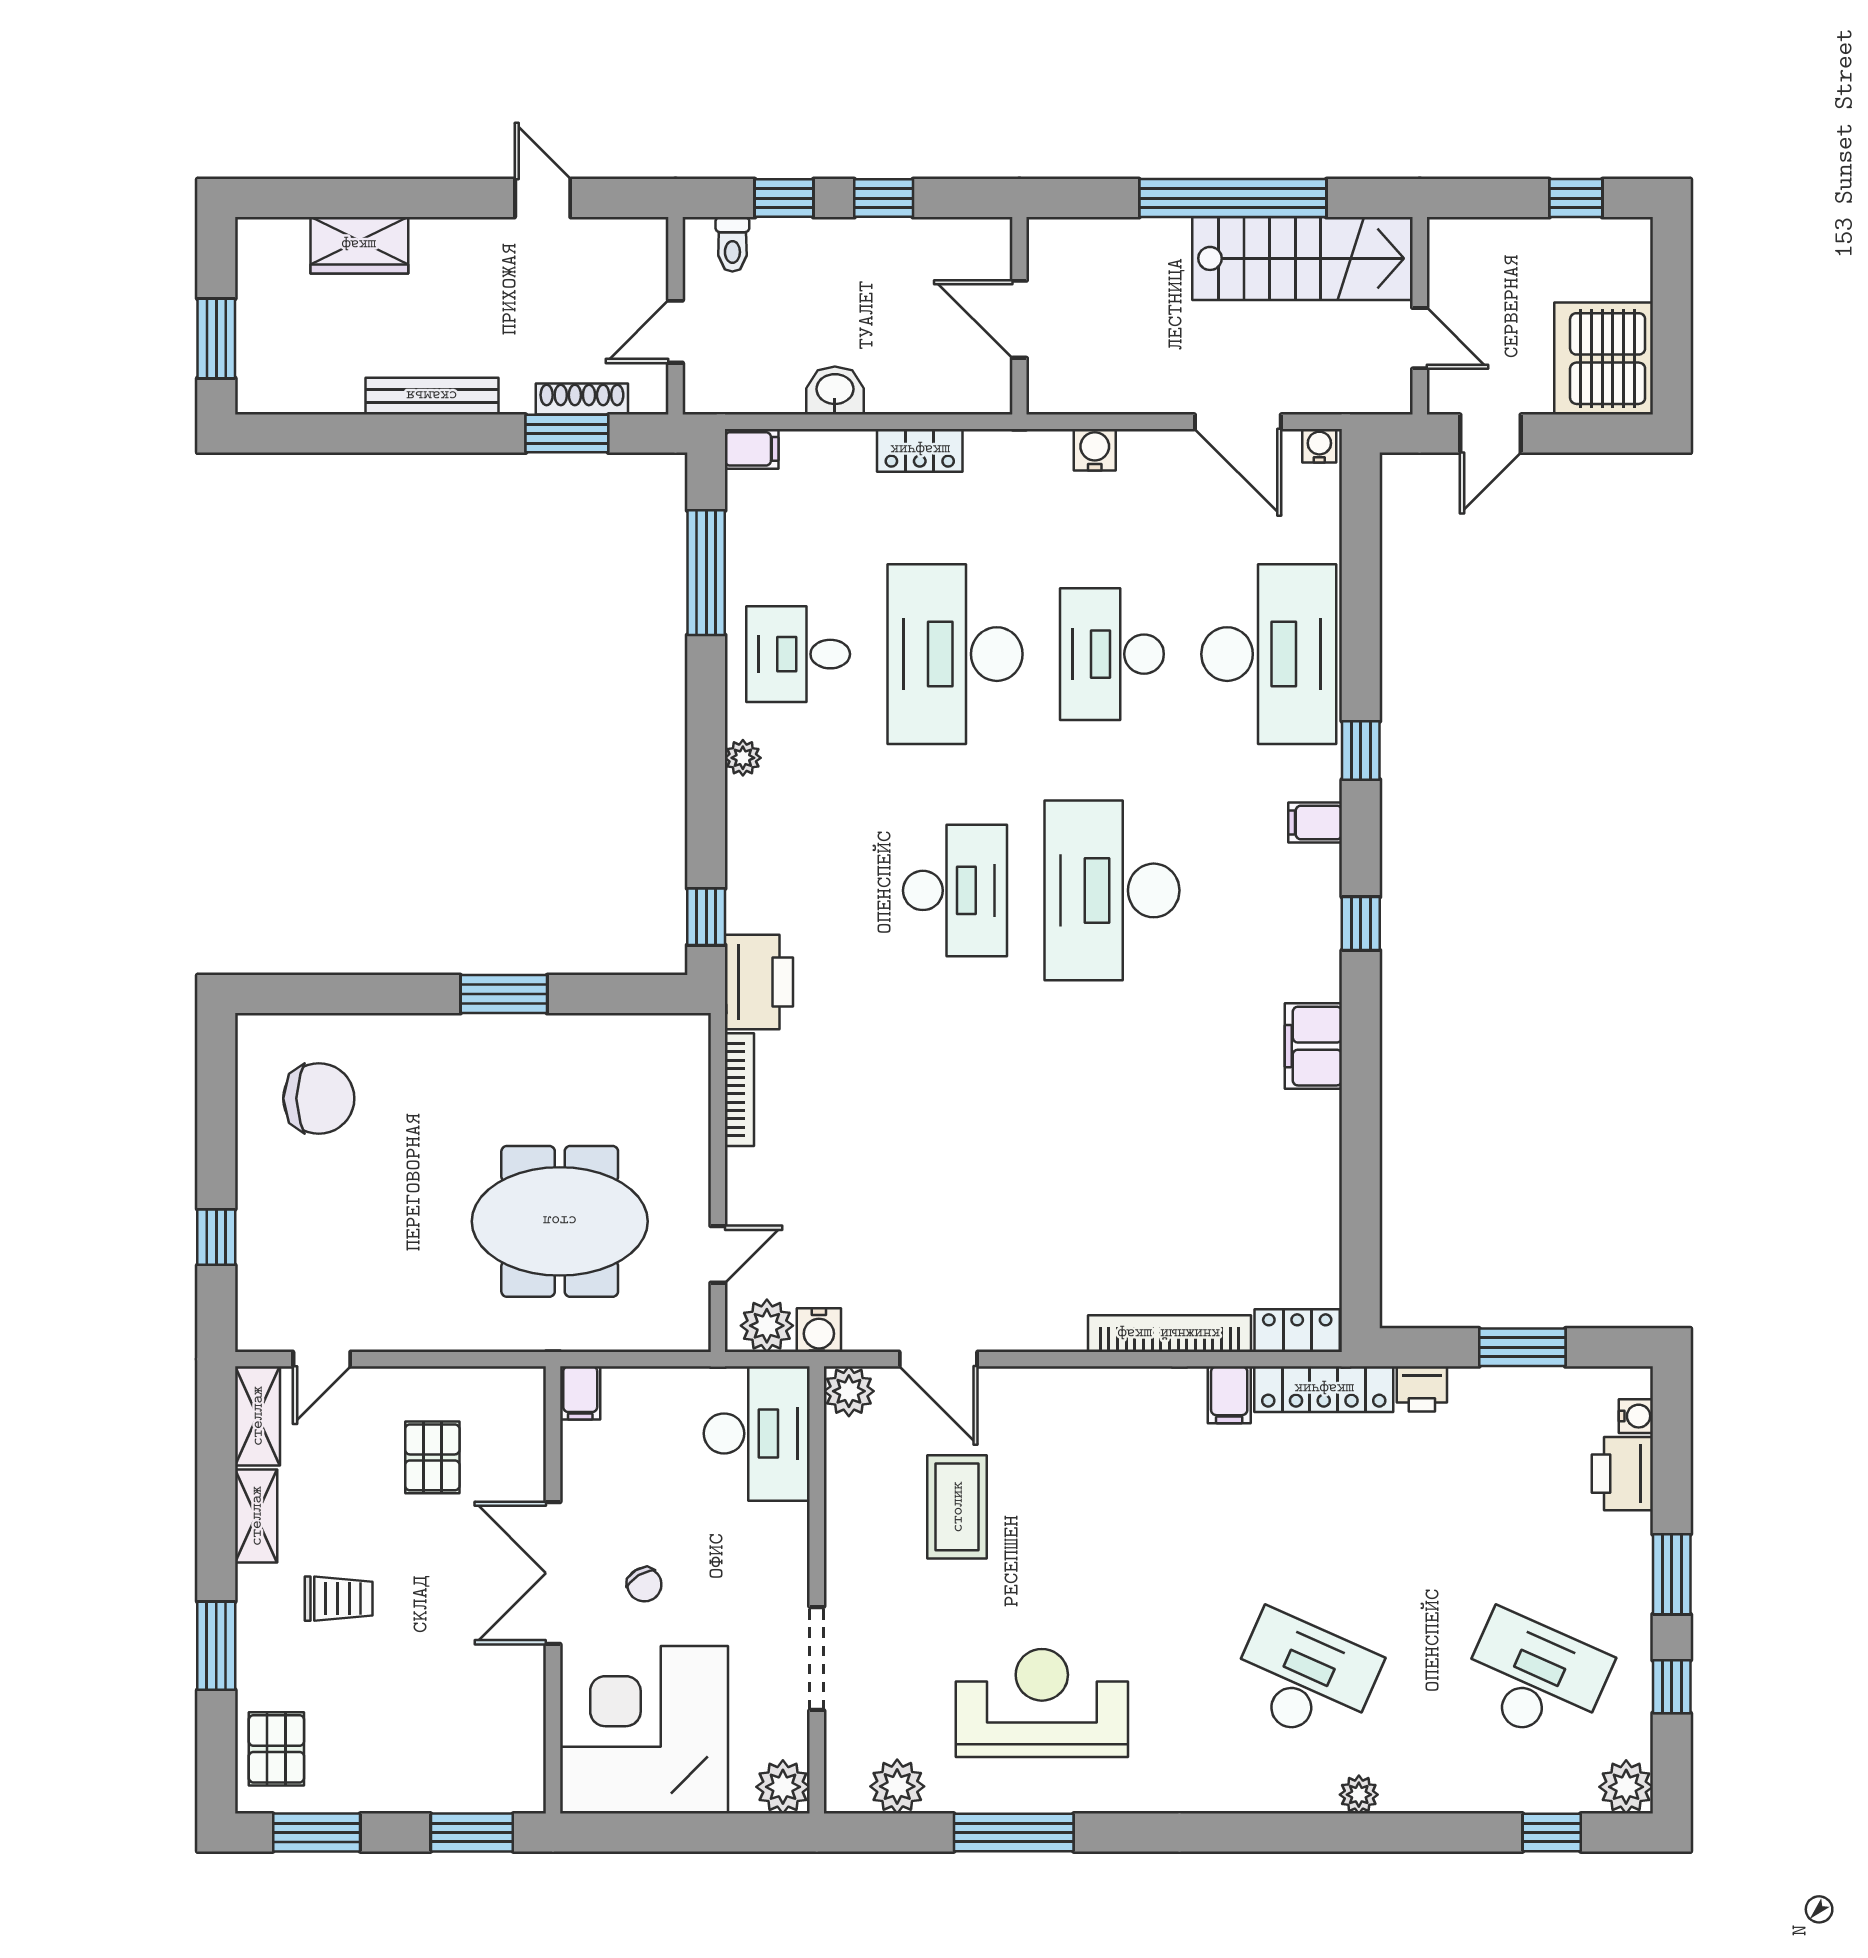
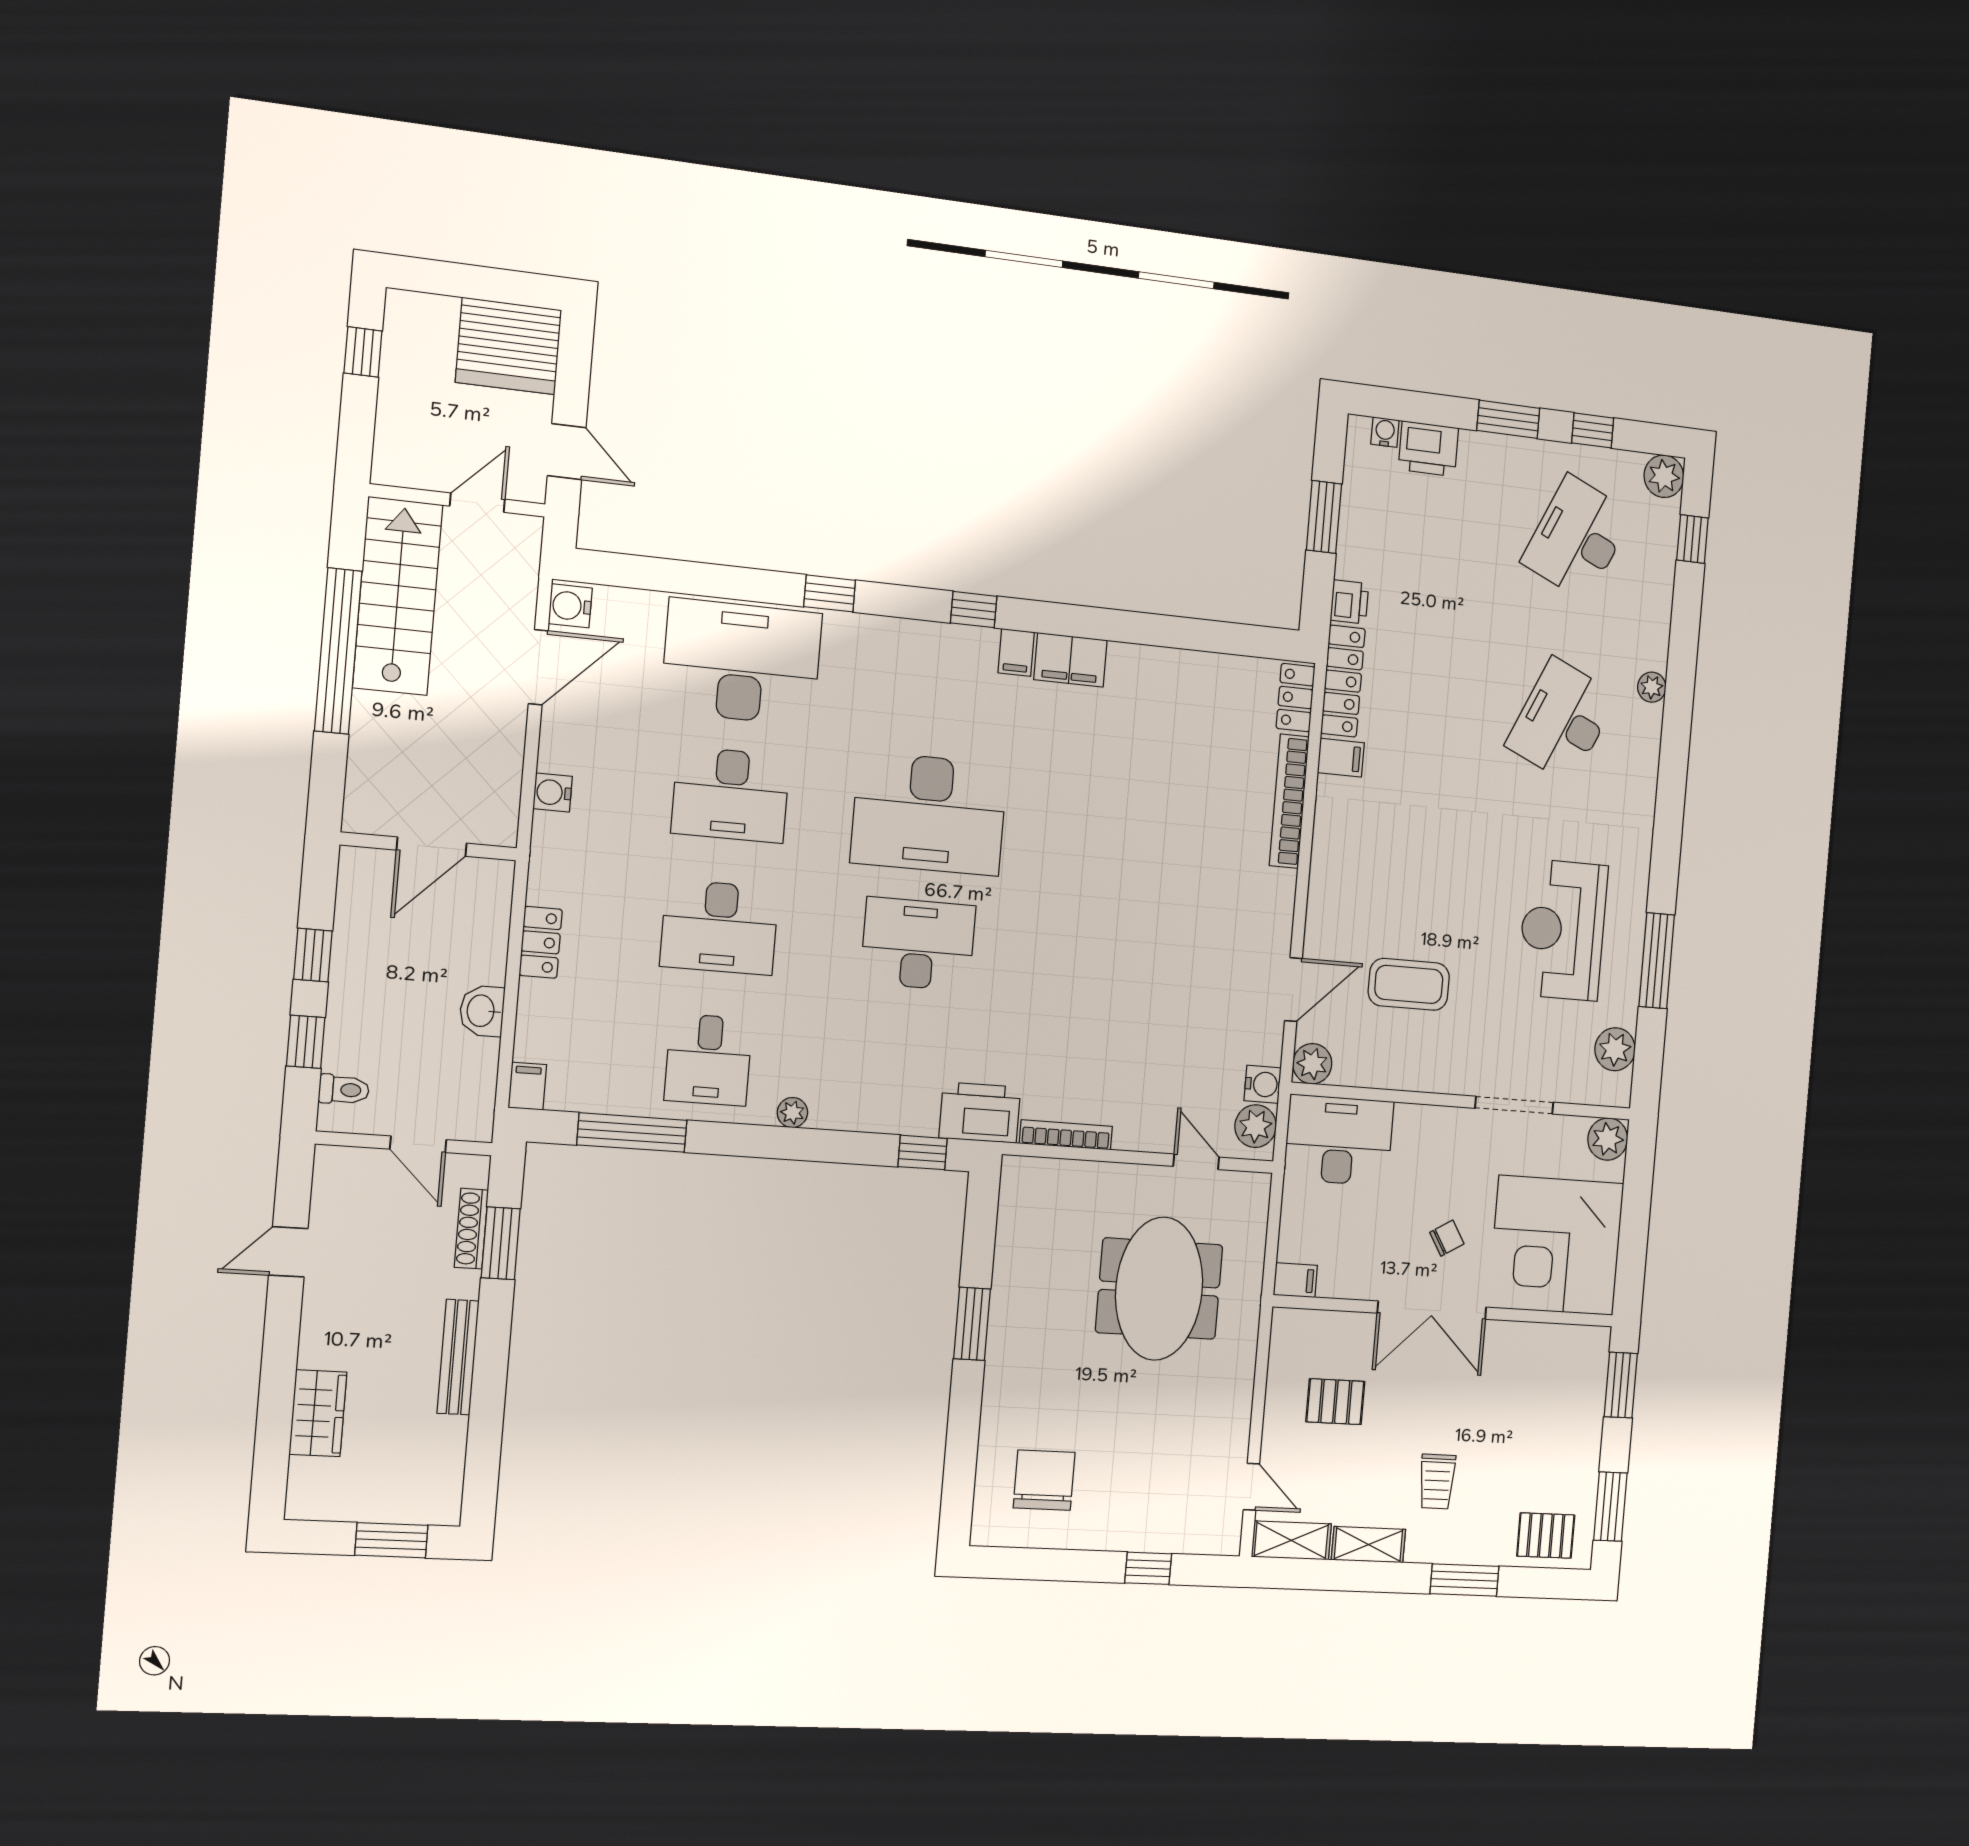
water cooler: (1319, 446) -> (570, 606), width x1.38, depth x1.38
desk: (955, 654) -> (719, 927), width x0.73, depth x0.77
filing cabinet: (1315, 822) -> (1016, 652), moved
trolley: (339, 1599) -> (1437, 1481), turned 180

